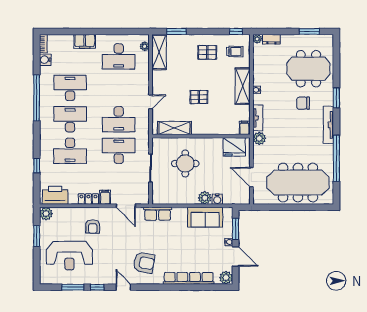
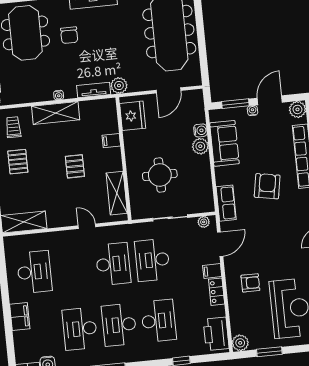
plant: (145, 46) -> (204, 222), moved
filing cabinet: (244, 128) -> (111, 141), moved
armchair: (144, 263) -> (267, 186), moved

